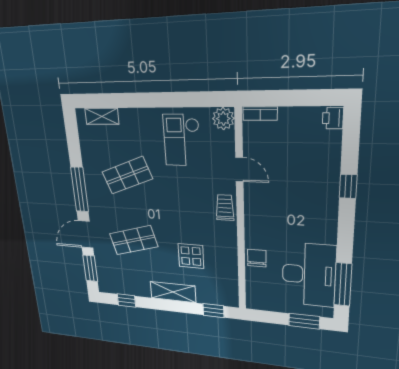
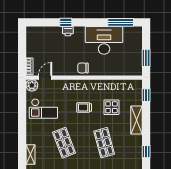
printer: (333, 118) -> (68, 31), moved
door: (239, 169) -> (45, 78), moved
trolley: (225, 208) -> (84, 107), moved
chair: (257, 258) -> (83, 68), moved
desk: (309, 275) -> (104, 40), moved
window: (304, 321) -> (146, 58), moved

